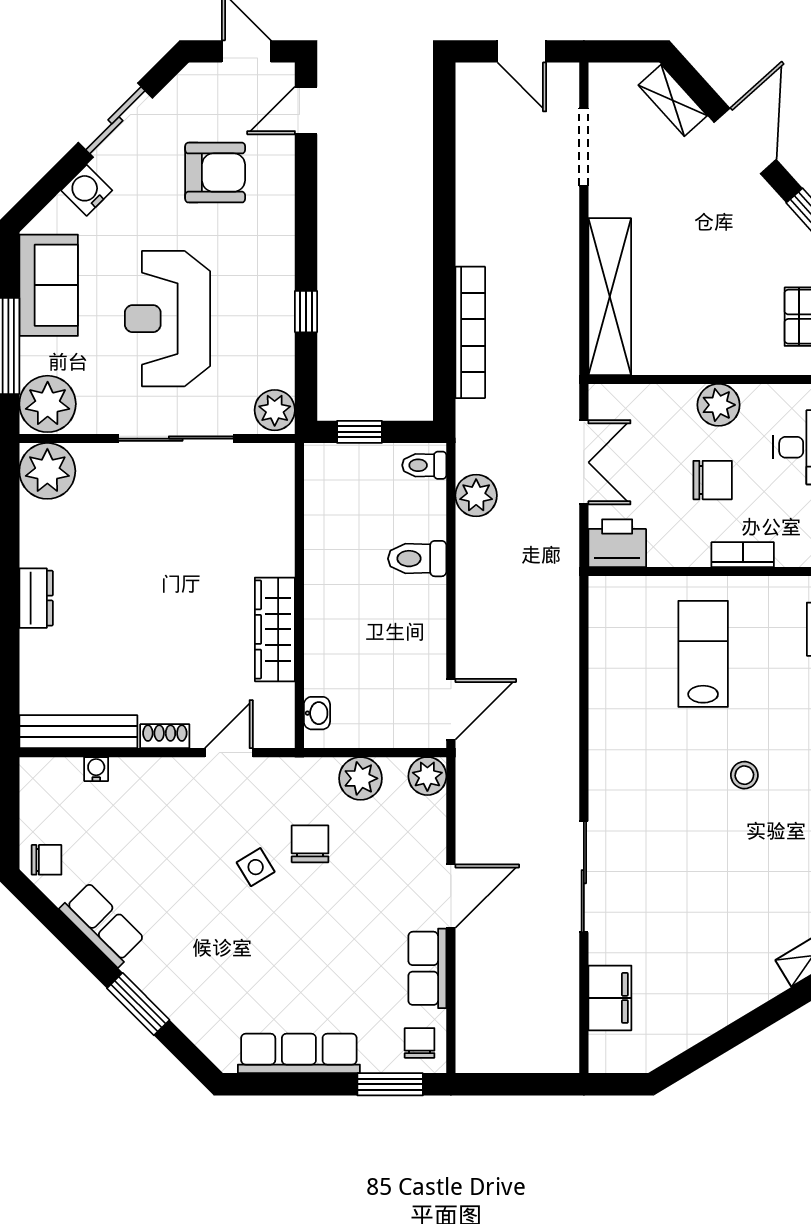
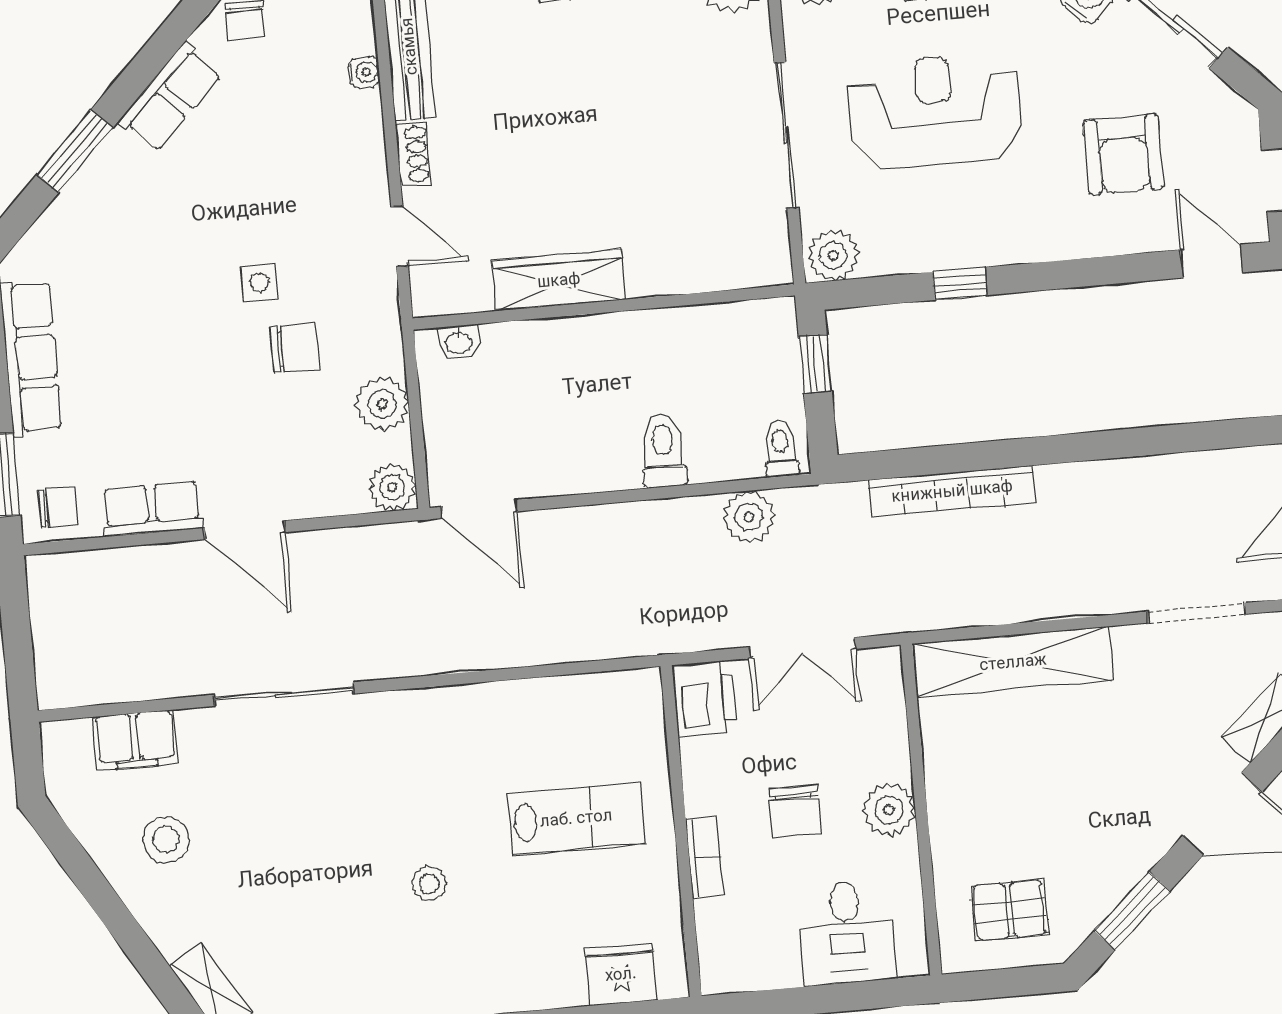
side table: (256, 867) -> (259, 283), turned 31
stool: (691, 981) -> (166, 839), added

